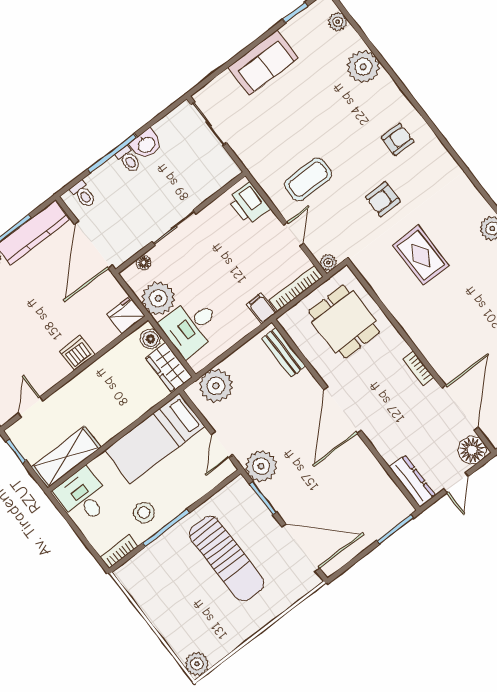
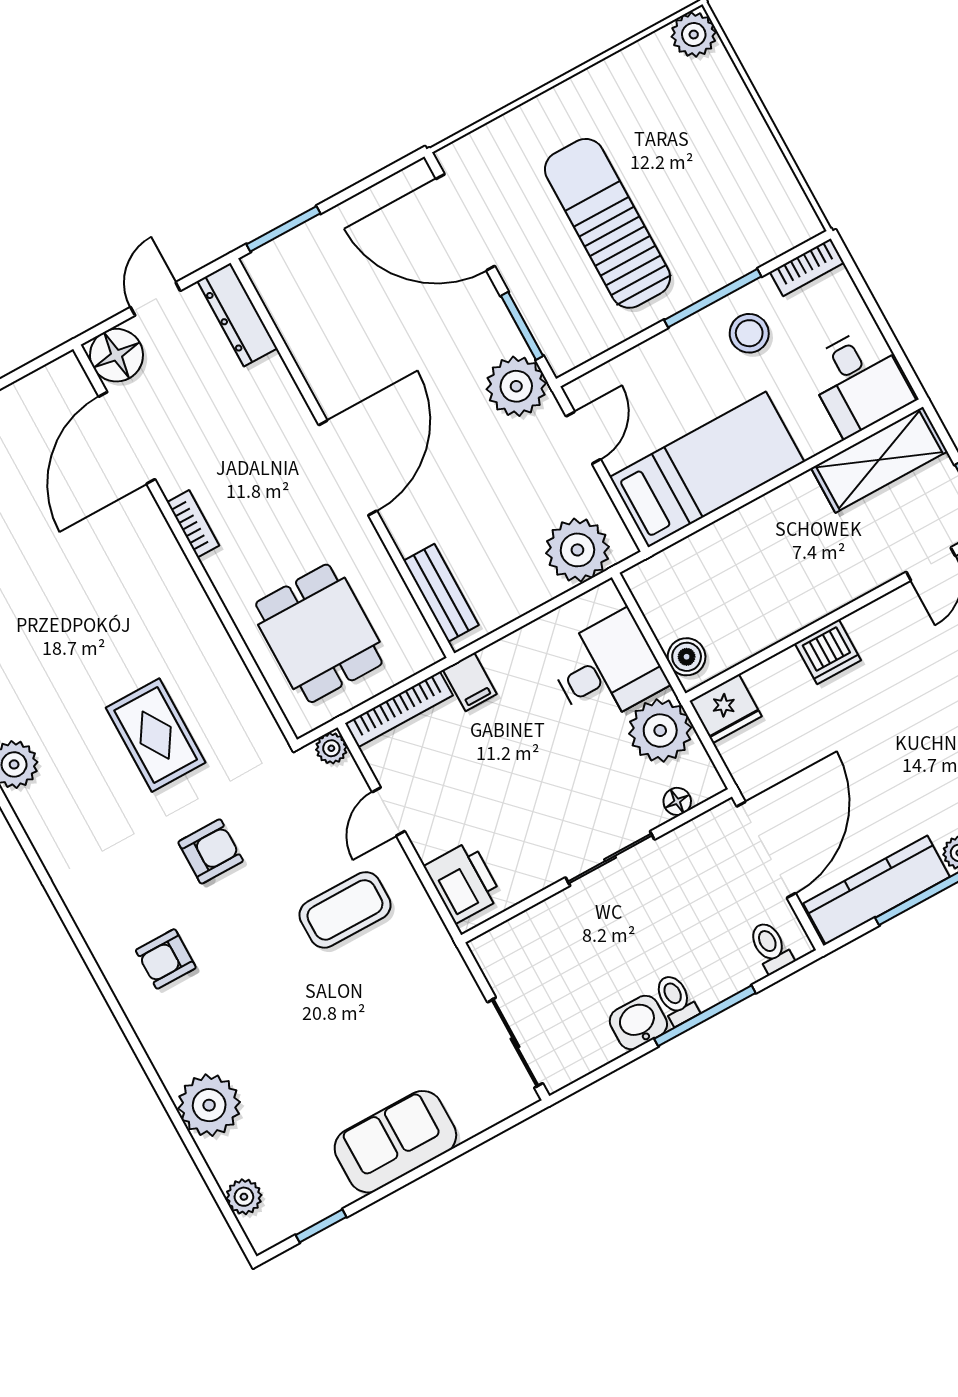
wardrobe: (169, 367) -> (661, 598), removed

